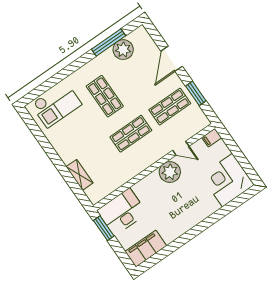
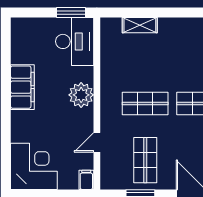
shop shelf: (131, 134) -> (145, 103), turned 90
plant: (170, 172) -> (81, 95), moved
filing cabinet: (146, 249) -> (22, 87), moved

